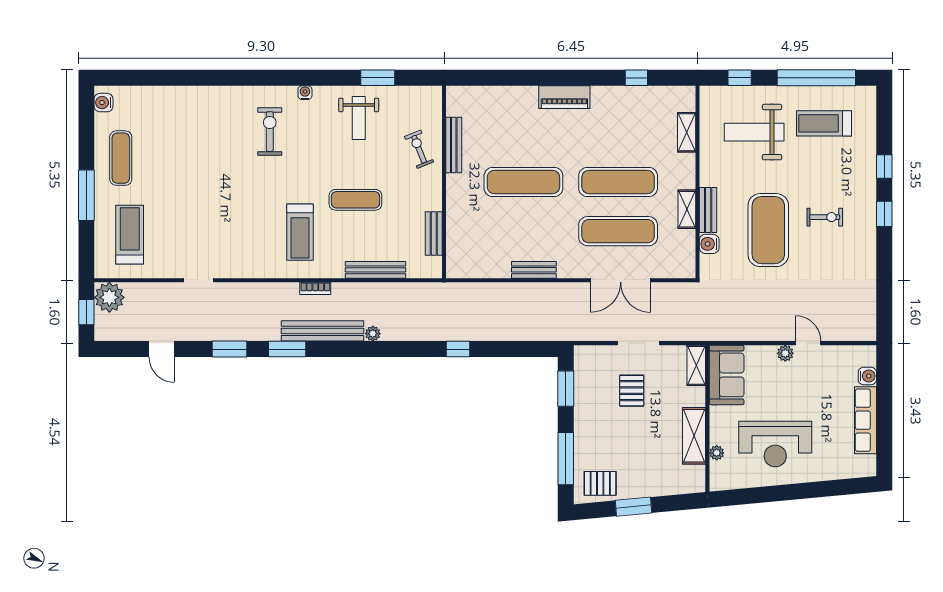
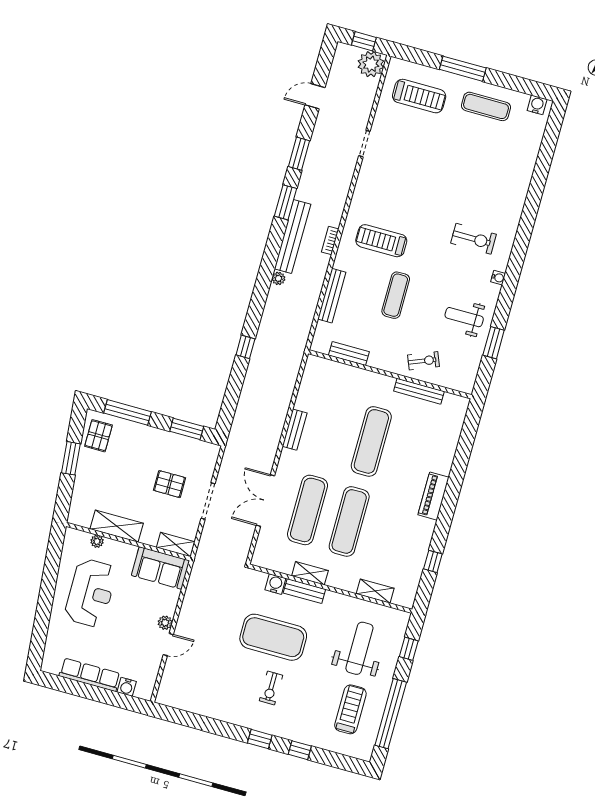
reception desk: (775, 444) -> (91, 593), turned 180

